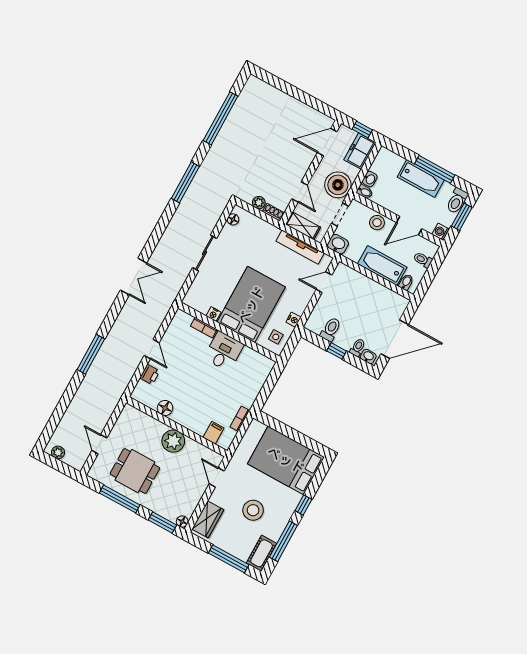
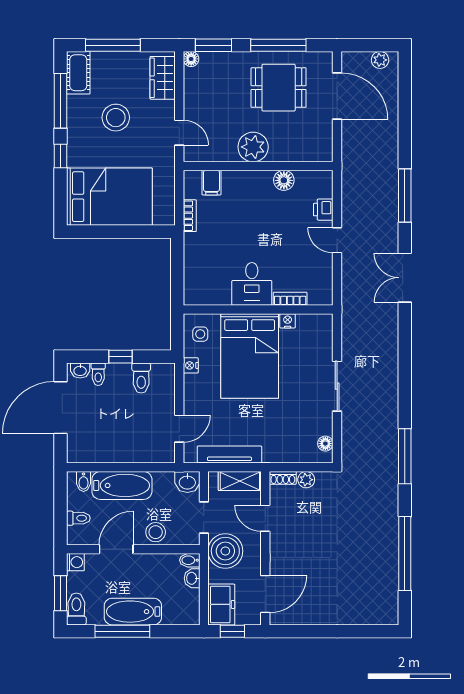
double door: (134, 277) -> (405, 278), moved
door: (99, 444) -> (337, 96), width x1.88

